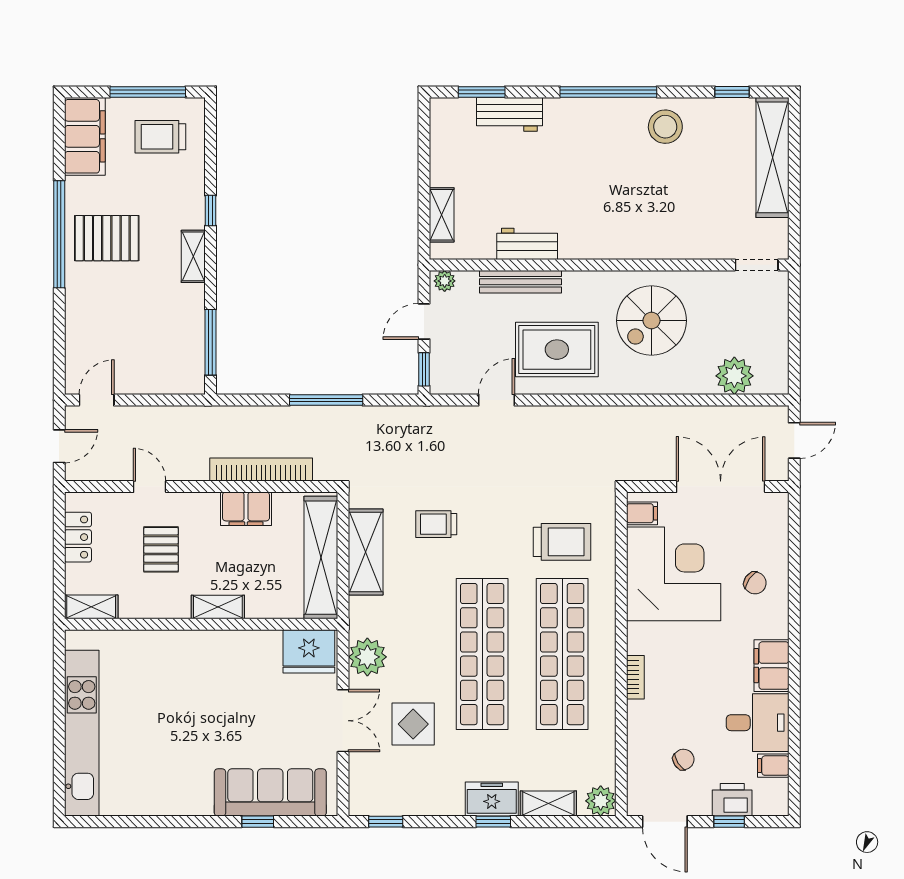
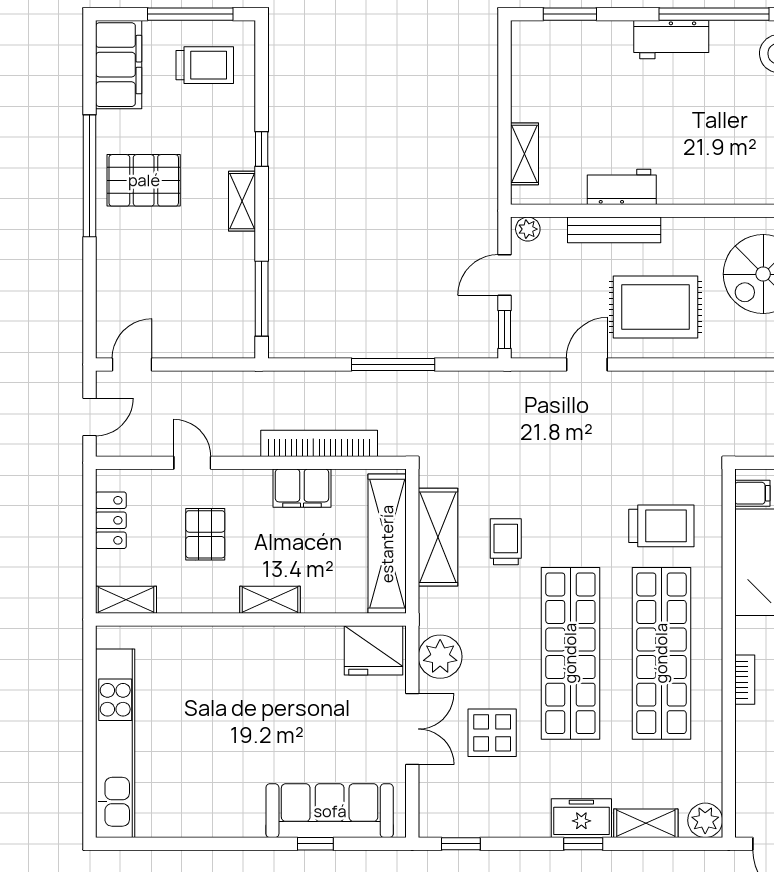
workbench: (509, 114) -> (671, 40), moved
trolley: (160, 137) -> (205, 65), turned 180
trolley: (436, 524) -> (506, 542), moved, turned 90

